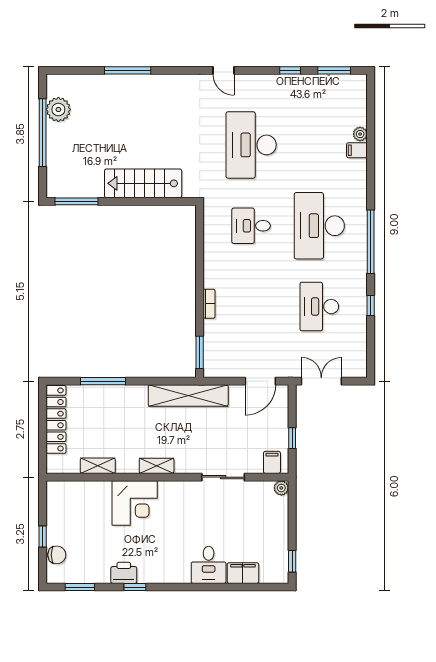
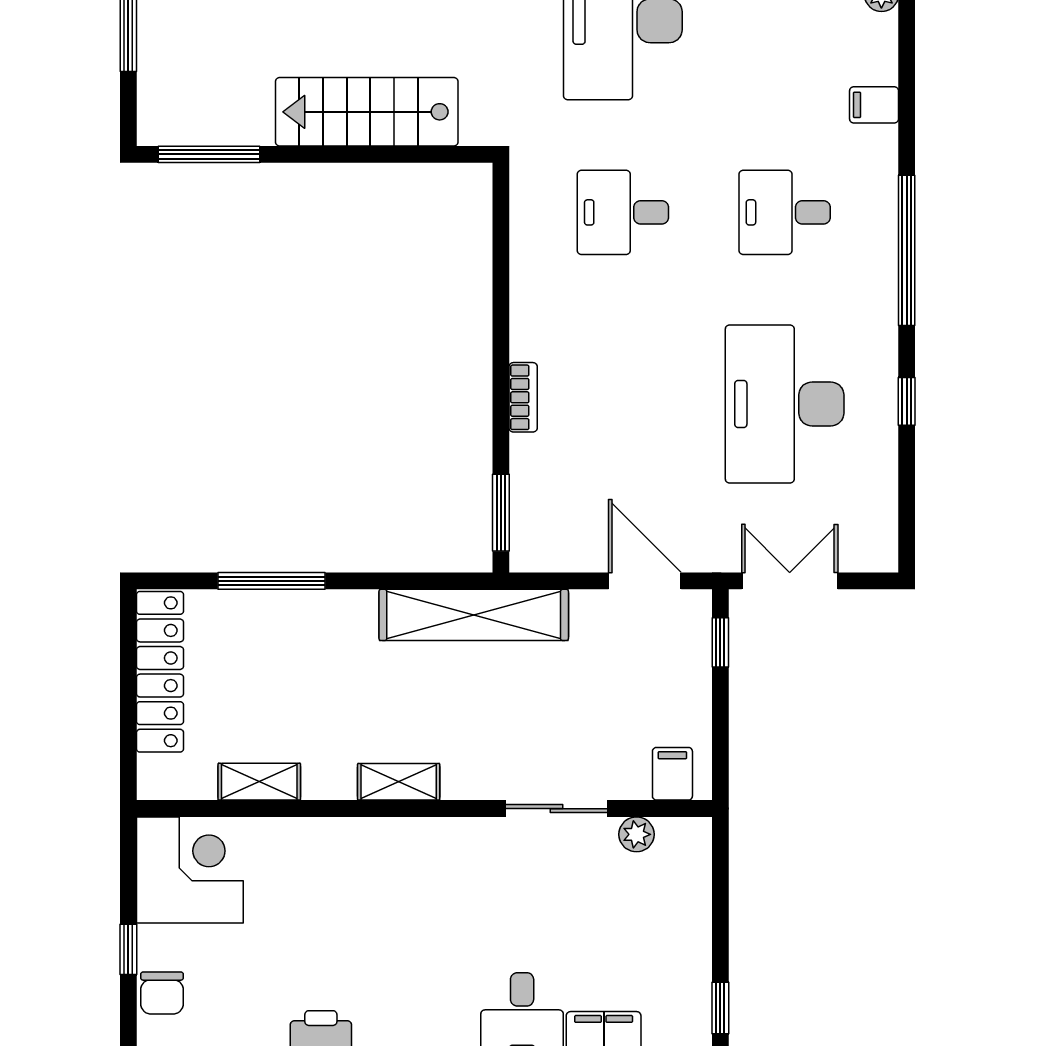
filing cabinet: (357, 150) -> (874, 105), moved
desk: (319, 226) -> (785, 212), width x0.53, depth x0.77
desk: (319, 307) -> (785, 404), width x1.36, depth x1.30
door: (260, 381) -> (645, 581), swing flipped
window: (292, 438) -> (720, 642), moved
plant: (281, 488) -> (637, 834), moved
corner desk: (135, 503) -> (190, 870), moved, turned -90
chair: (57, 555) -> (162, 993), turned 90

